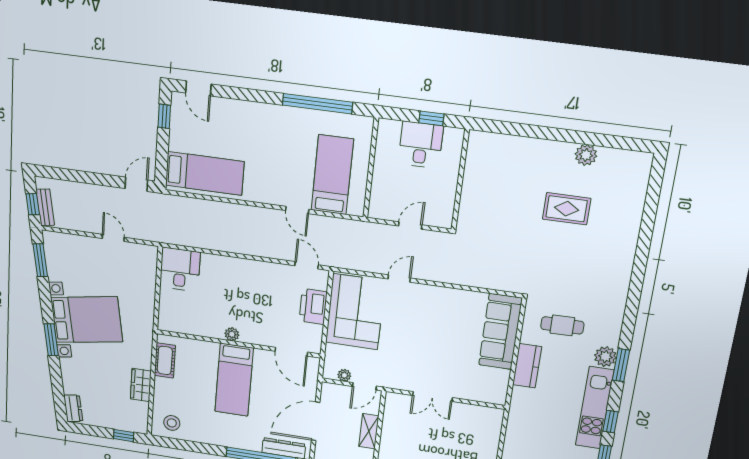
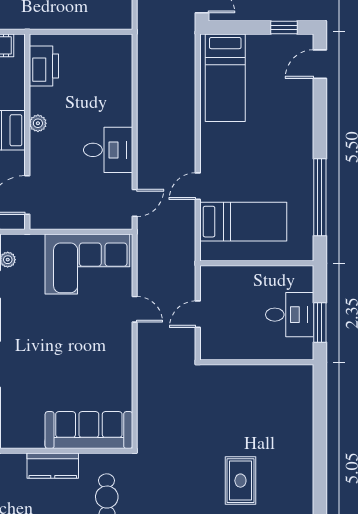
window: (431, 118) -> (320, 322), width x1.50
plant: (586, 155) -> (302, 492), removed
door: (410, 225) -> (198, 314), swing flipped
desk: (180, 269) -> (108, 150), moved
printer: (313, 307) -> (44, 66), moved, turned 90

